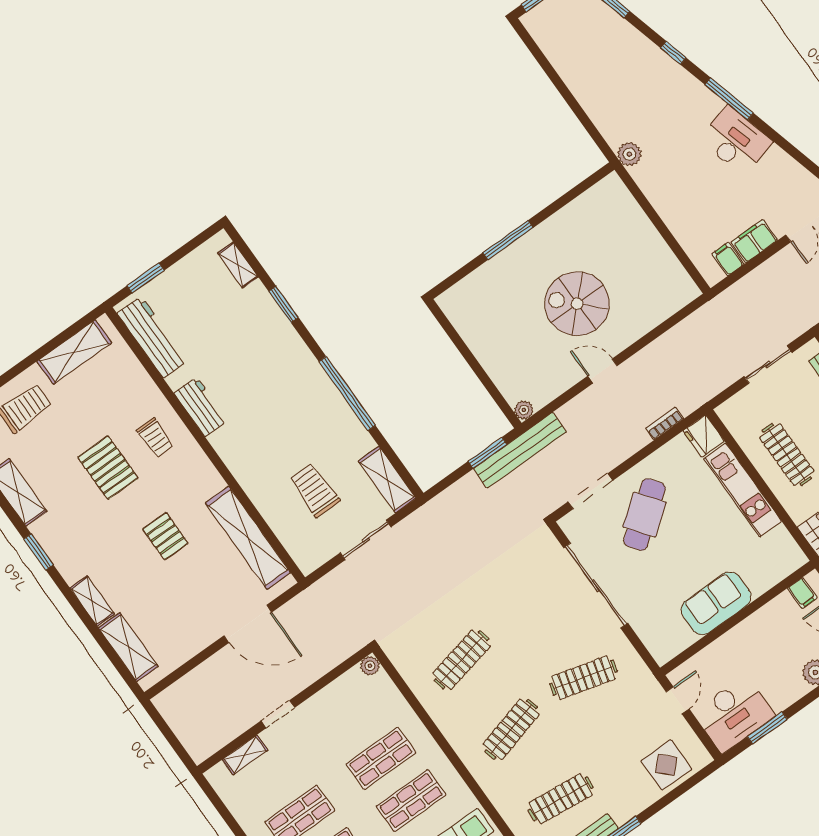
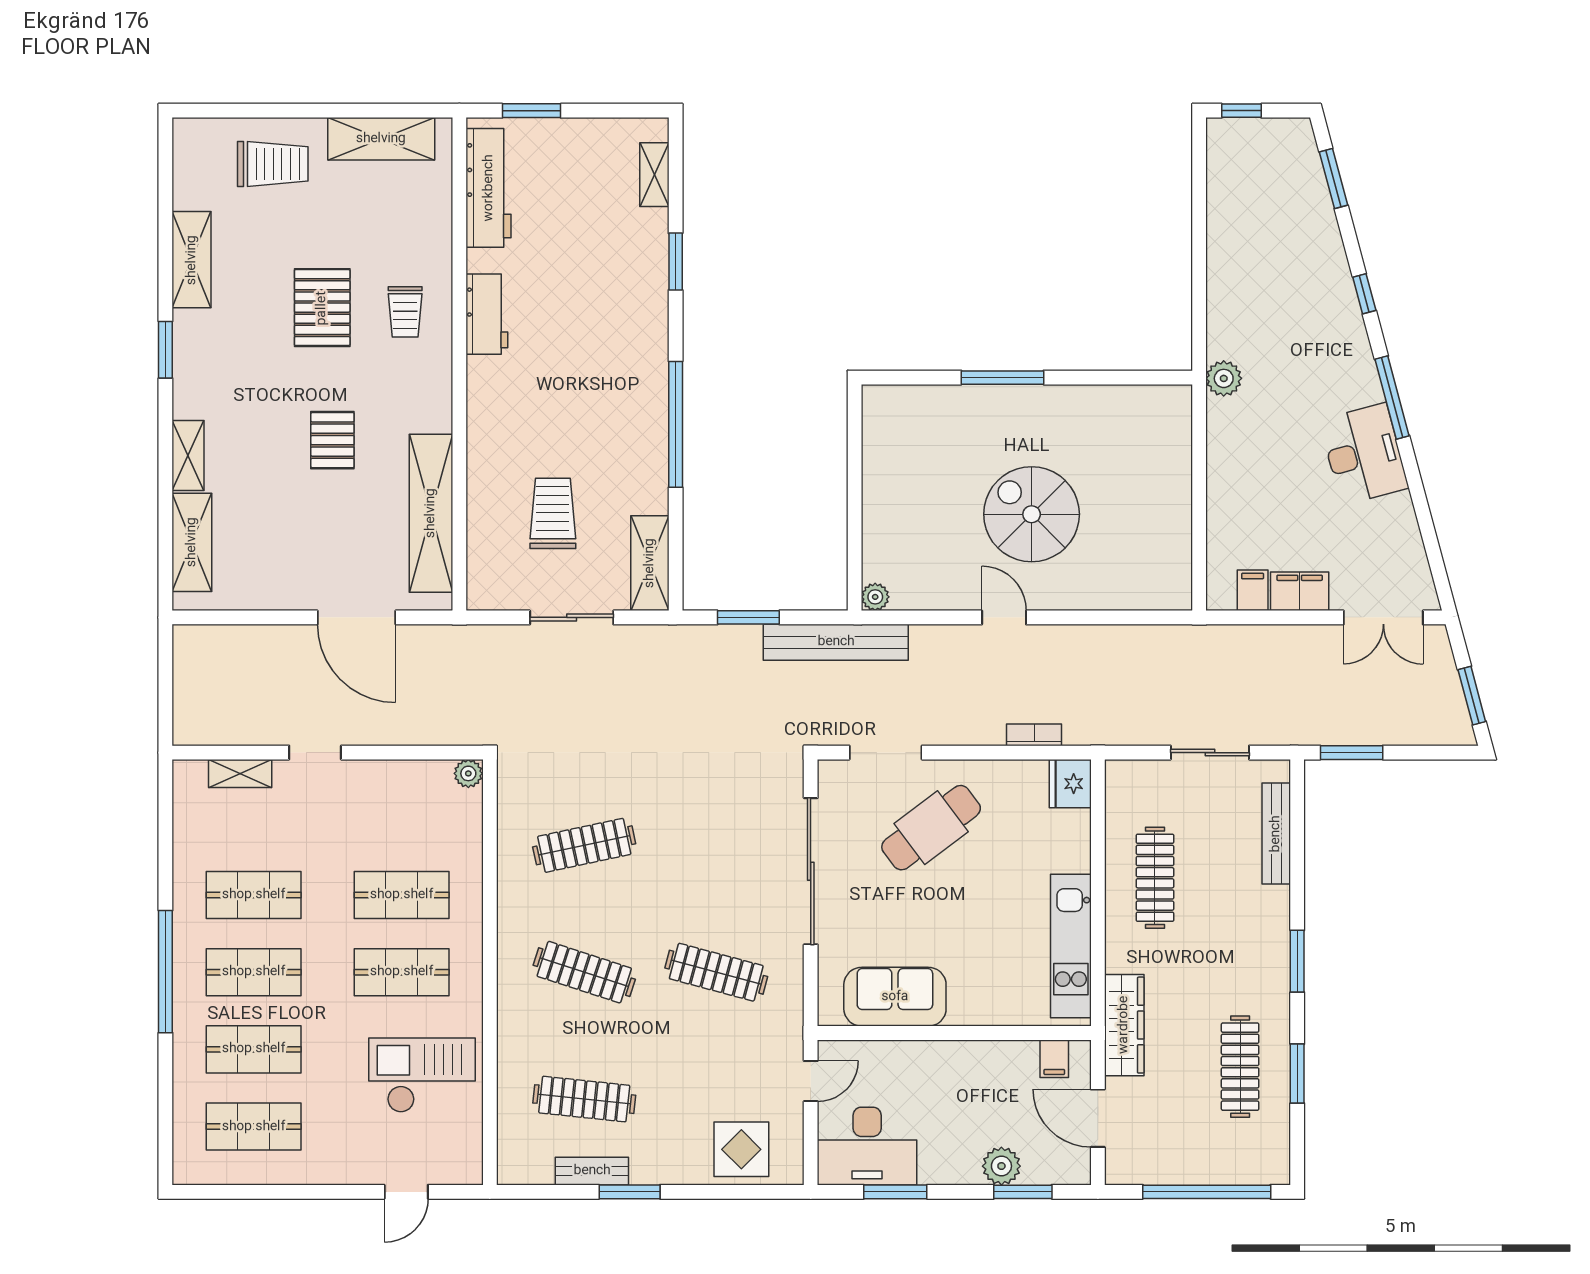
window: (488, 453) -> (748, 617), moved
kitchen unit: (743, 490) -> (1071, 946), moved
sofa: (716, 603) -> (895, 997), moved
clothes rail: (511, 729) -> (584, 972), turned 33

